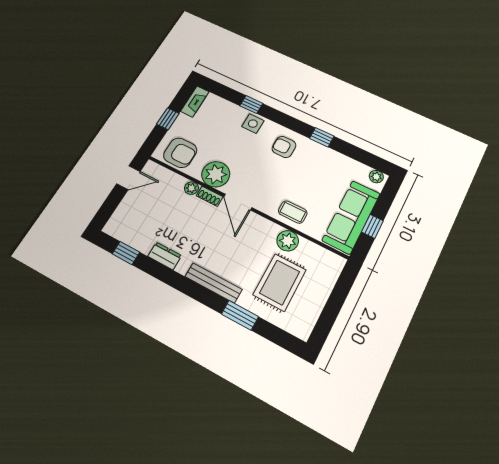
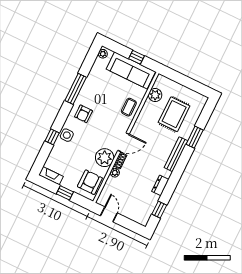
window: (322, 137) -> (76, 89), width x2.17
plant: (288, 241) -> (155, 95), moved
rug: (280, 282) -> (174, 114), turned 90

